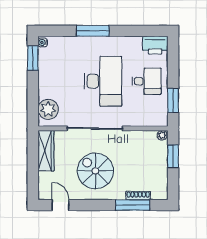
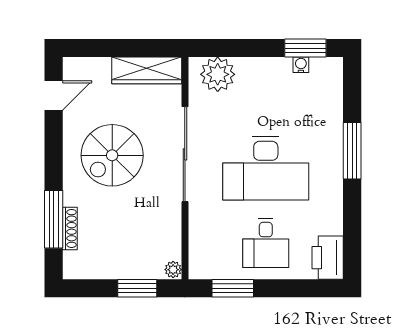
water cooler: (43, 42) -> (301, 65), moved
spiral stairs: (95, 171) -> (112, 155), turned 180

